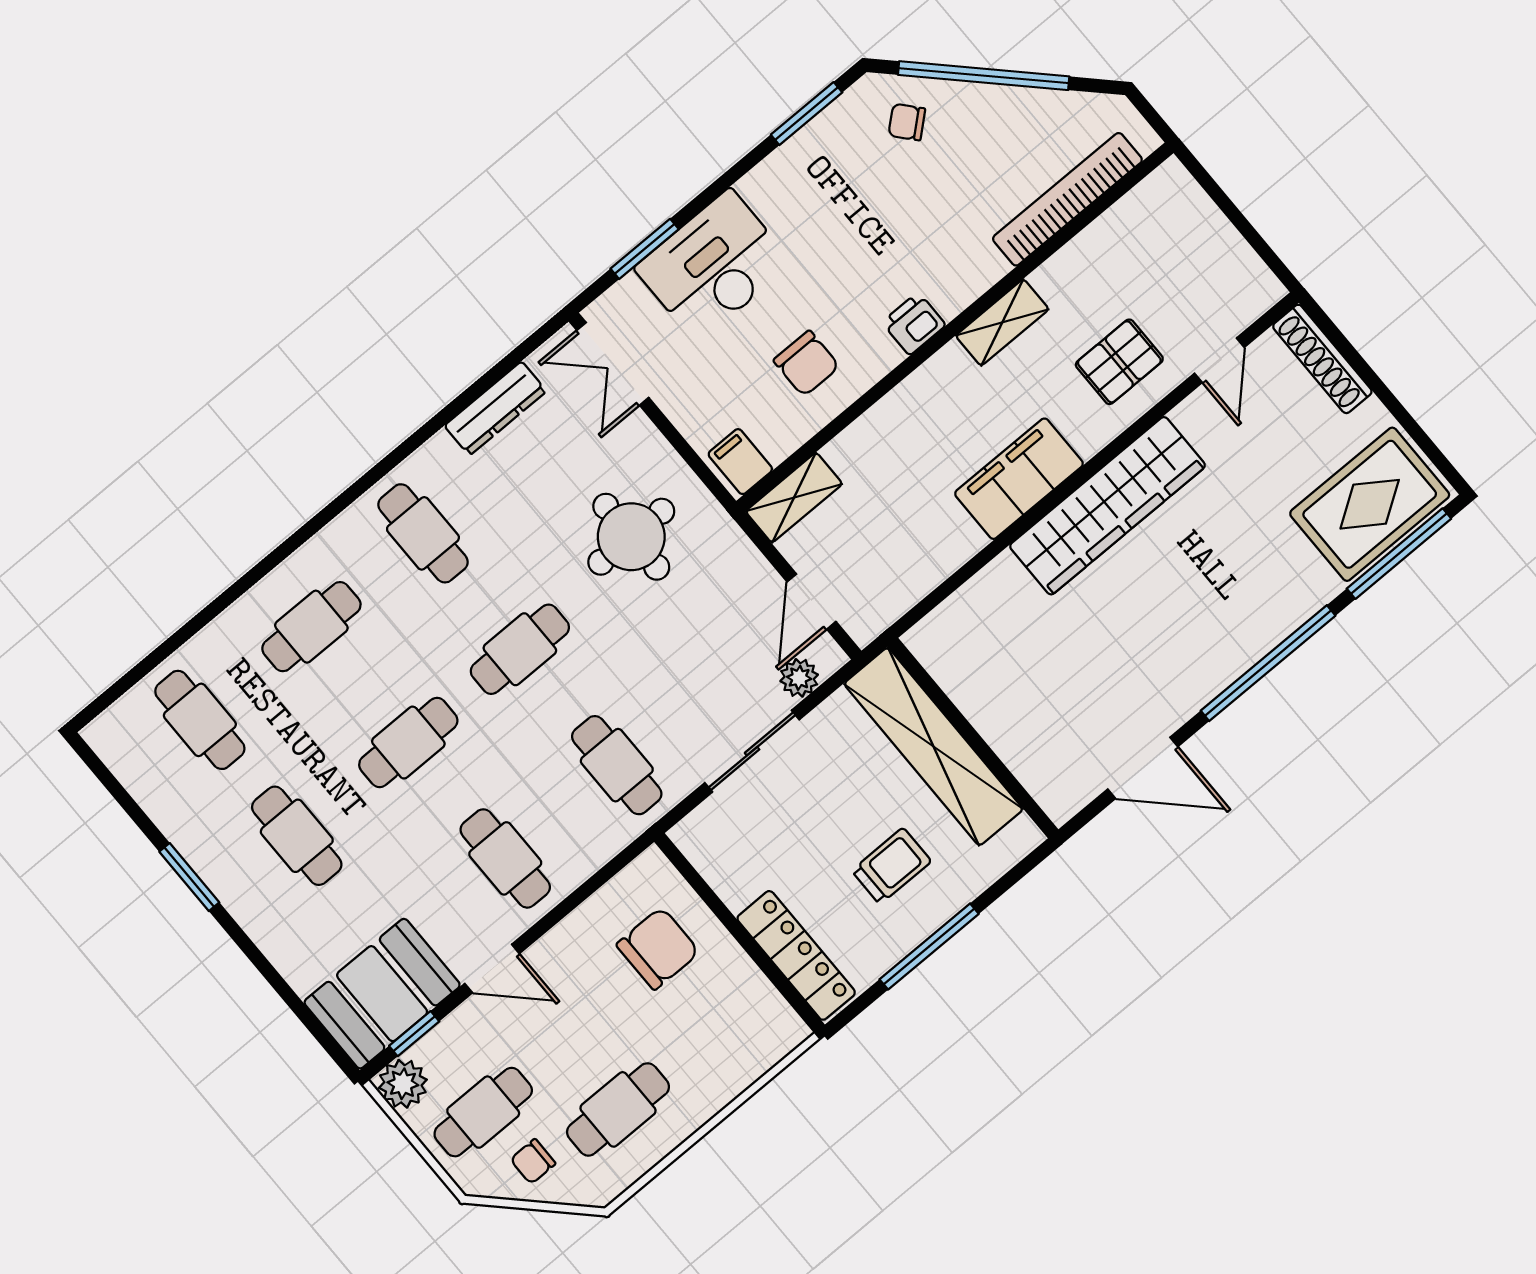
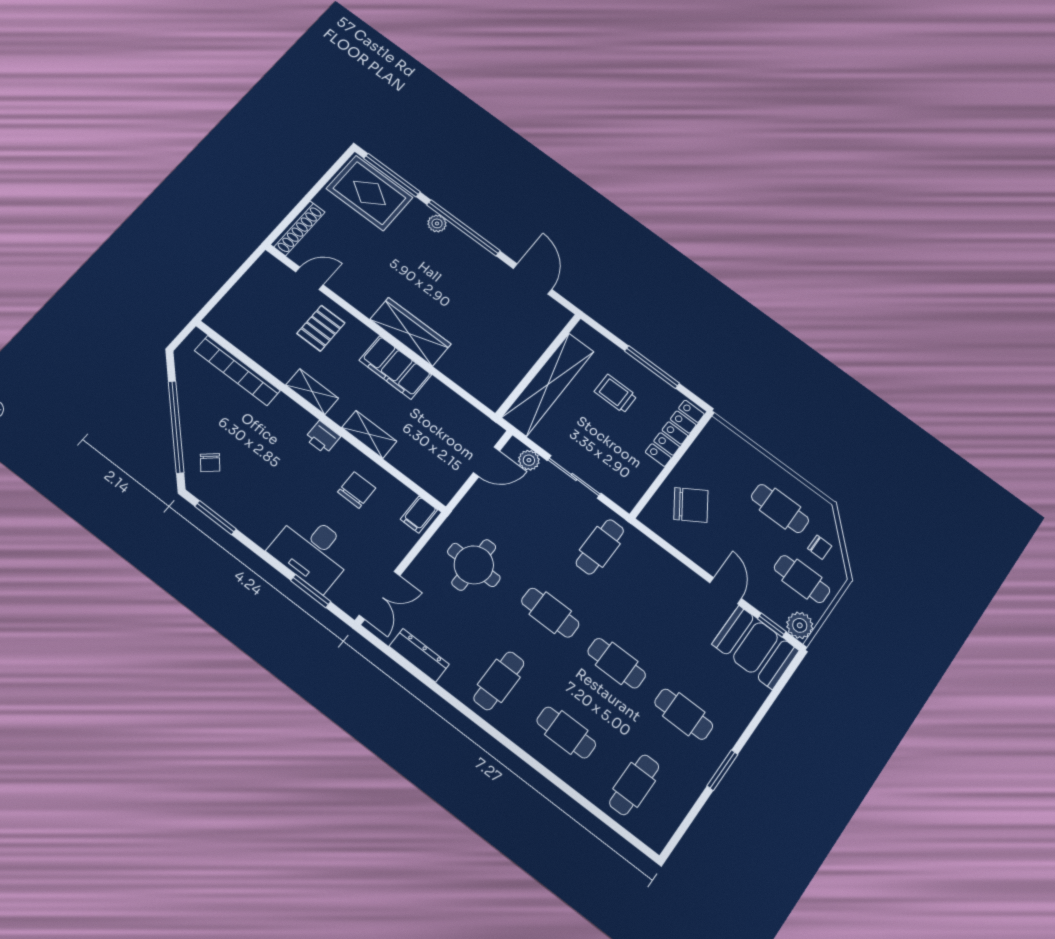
pallet: (1119, 362) -> (321, 328), turned 90
shelving: (794, 498) -> (369, 434), moved
wardrobe: (1107, 506) -> (410, 332), width x0.71, depth x0.85
plant: (1286, 616) -> (437, 223), added
cafe table: (297, 836) -> (684, 714), turned 90
cafe table: (505, 858) -> (665, 596), removed
chair: (658, 948) -> (691, 505), turned 147

